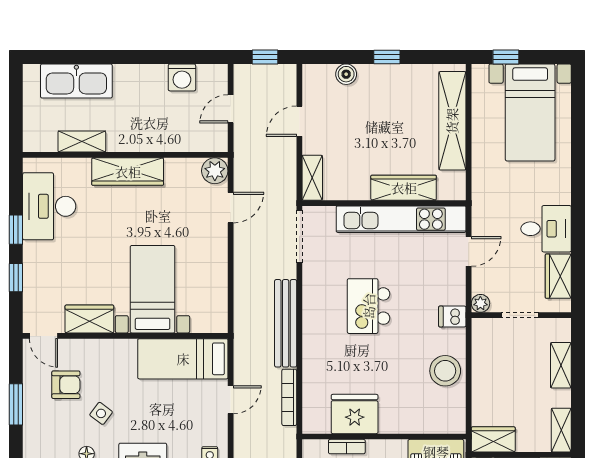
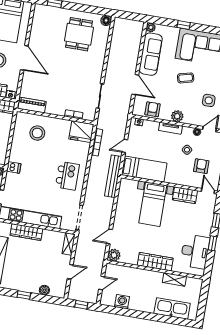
kitchen island: (369, 306) -> (67, 176), moved
bench: (286, 323) -> (113, 176), moved
stool: (445, 371) -> (37, 133), moved
armchair: (66, 385) -> (201, 166), turned 90
fridge: (355, 414) -> (81, 132), moved

